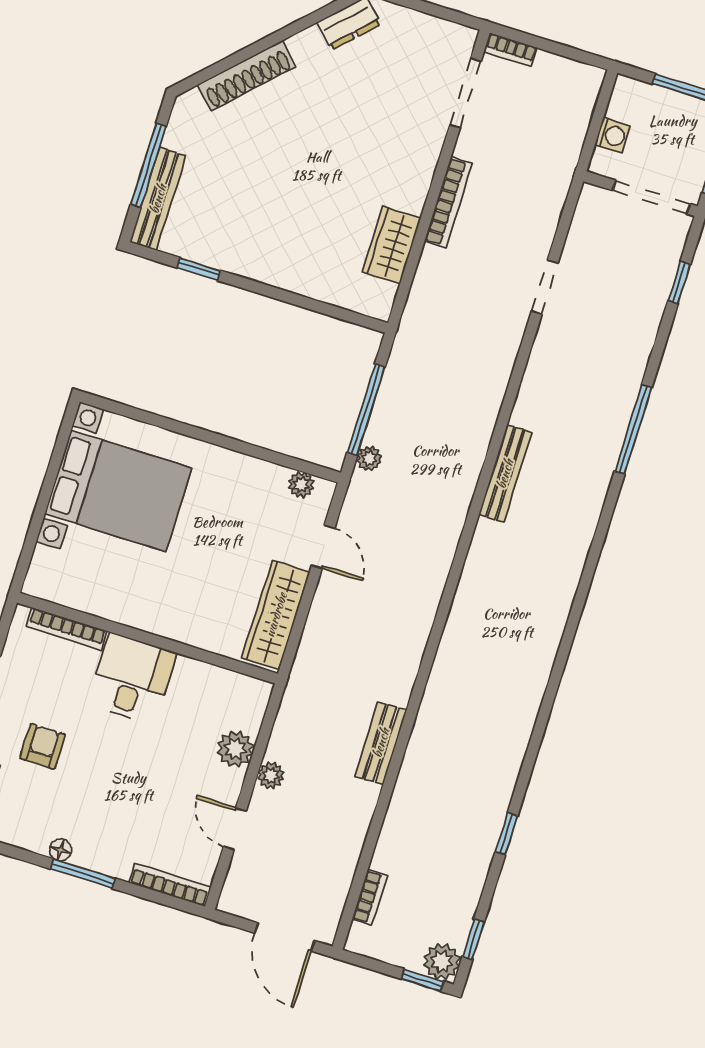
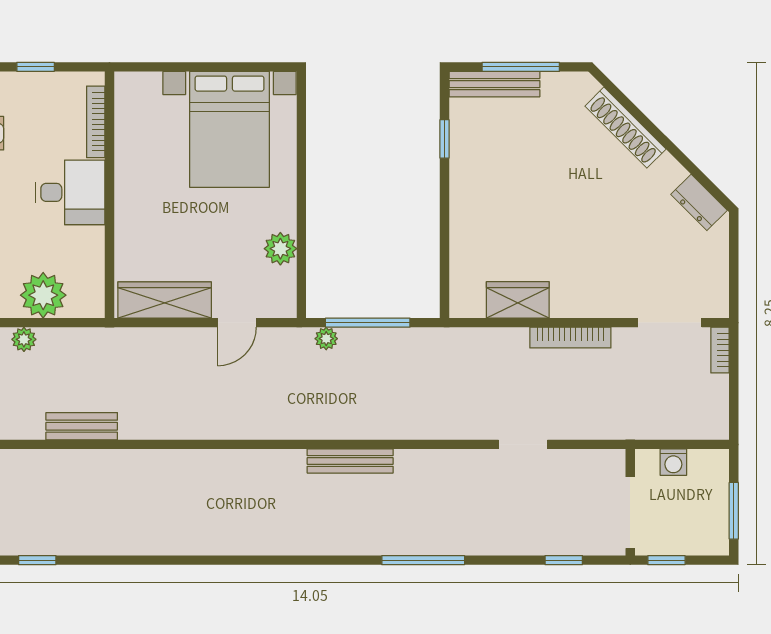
plant: (301, 485) -> (280, 249), moved, width x1.38, depth x1.38
plant: (235, 749) -> (43, 295), width x1.36, depth x1.36

